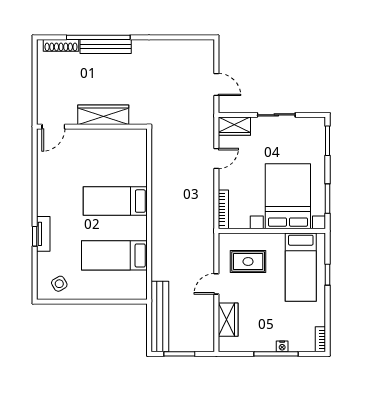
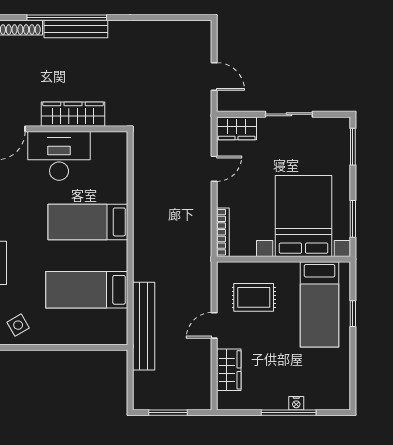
desk: (92, 148) -> (59, 156), added
bench: (160, 317) -> (144, 326), moved
bookcase: (320, 339) -> (344, 394), removed

